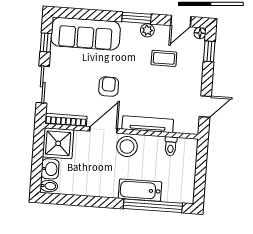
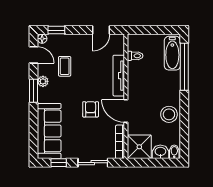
armchair: (109, 87) -> (91, 109), turned 90
door: (205, 106) -> (101, 30), swing flipped
stool: (127, 147) -> (169, 114), moved
bathtub: (140, 190) -> (172, 53), moved

